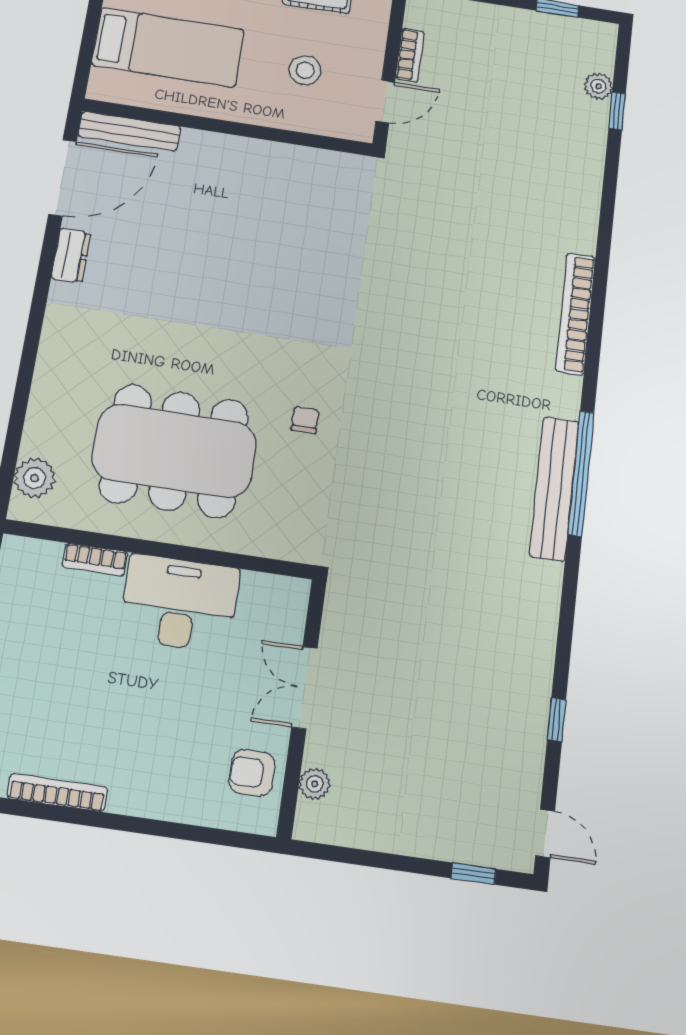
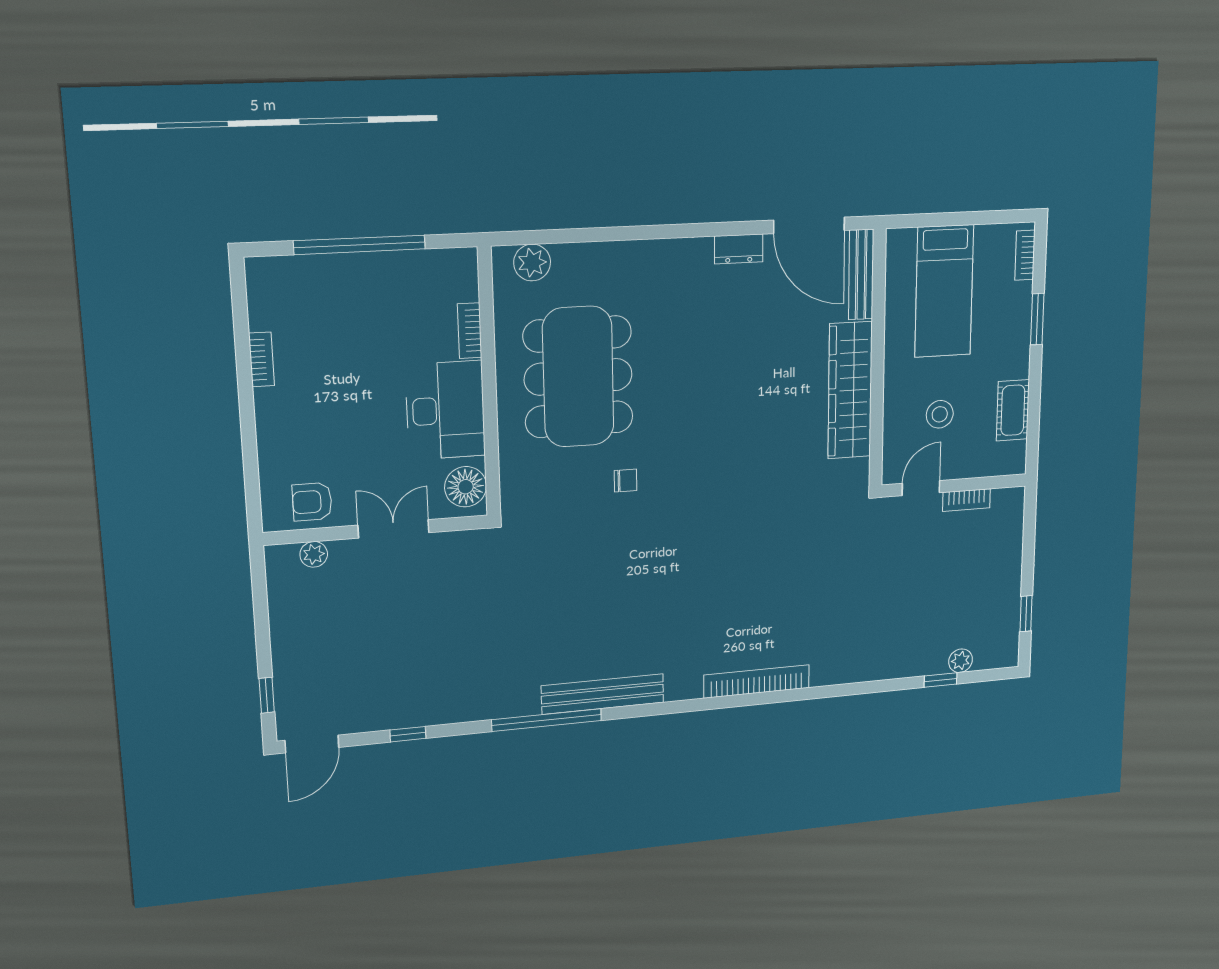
door: (385, 102) -> (921, 488), swing flipped
wardrobe: (256, 161) -> (850, 390), added
window: (581, 473) -> (547, 720), moved
floor lamp: (273, 597) -> (466, 487), added
armchair: (252, 773) -> (312, 502), turned -90
bookcase: (57, 793) -> (262, 359), width x0.64
door: (545, 834) -> (312, 744), width x1.38

